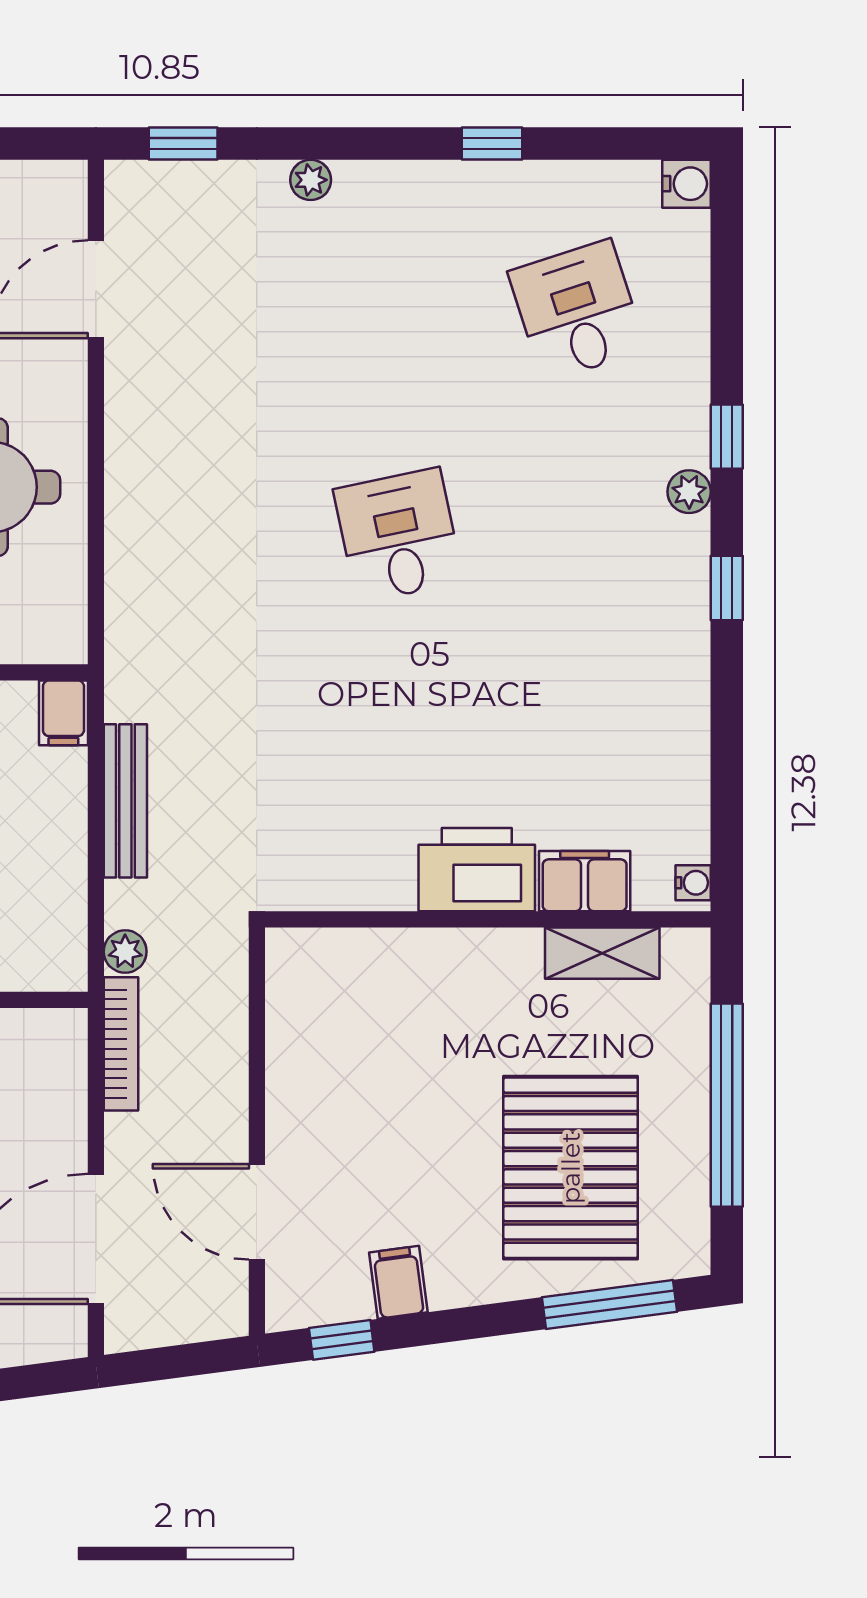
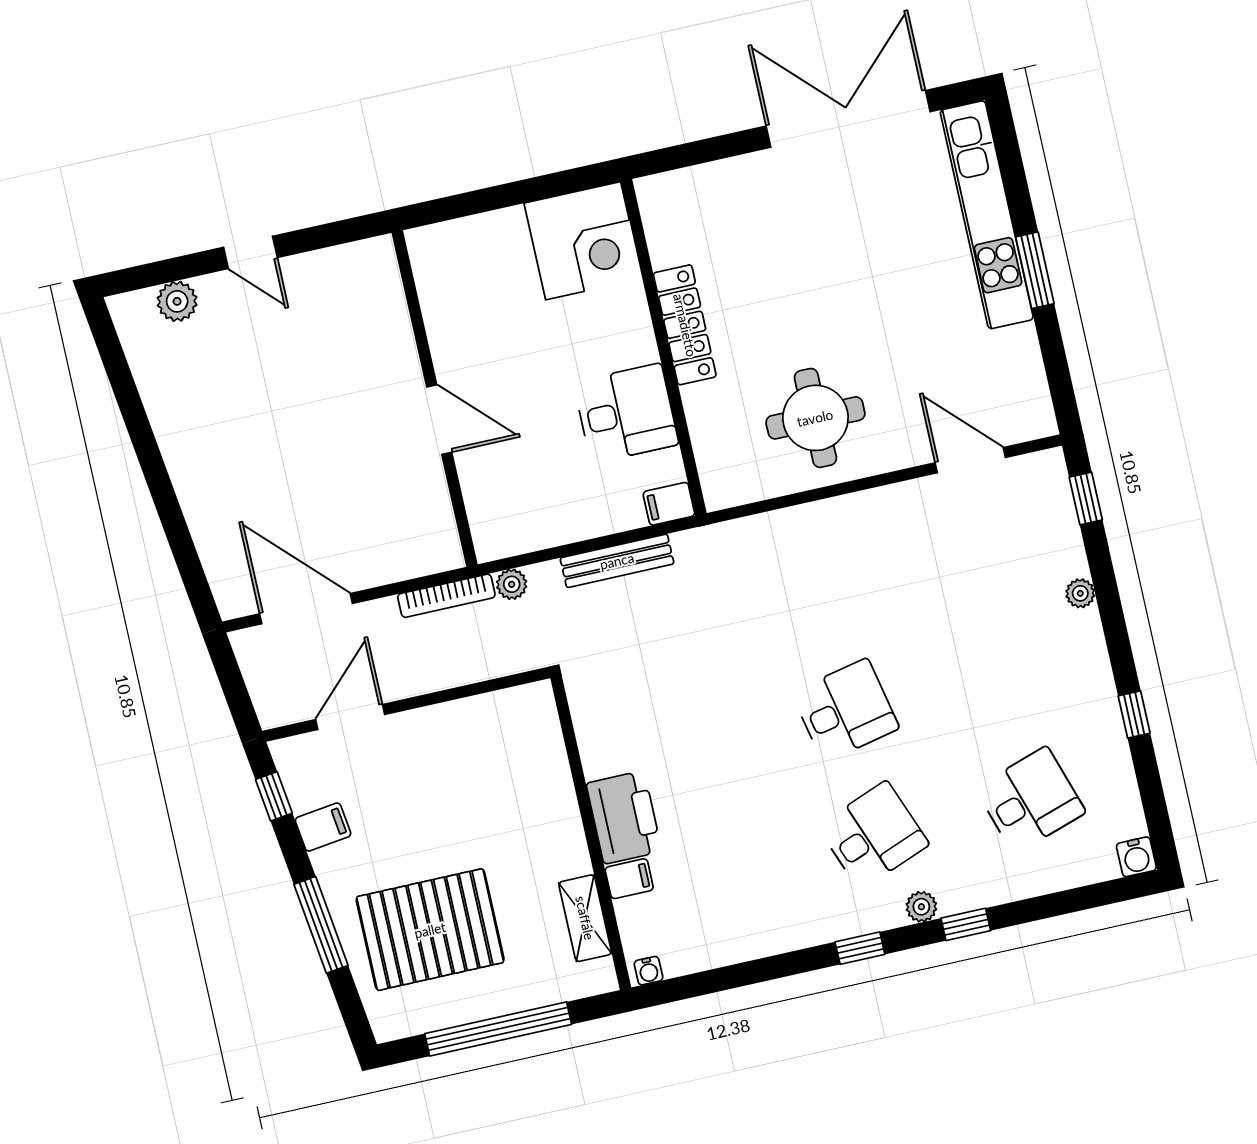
desk: (577, 535) -> (873, 835), added
filing cabinet: (585, 881) -> (629, 879), width x0.50
window: (610, 1305) -> (321, 925), moved

